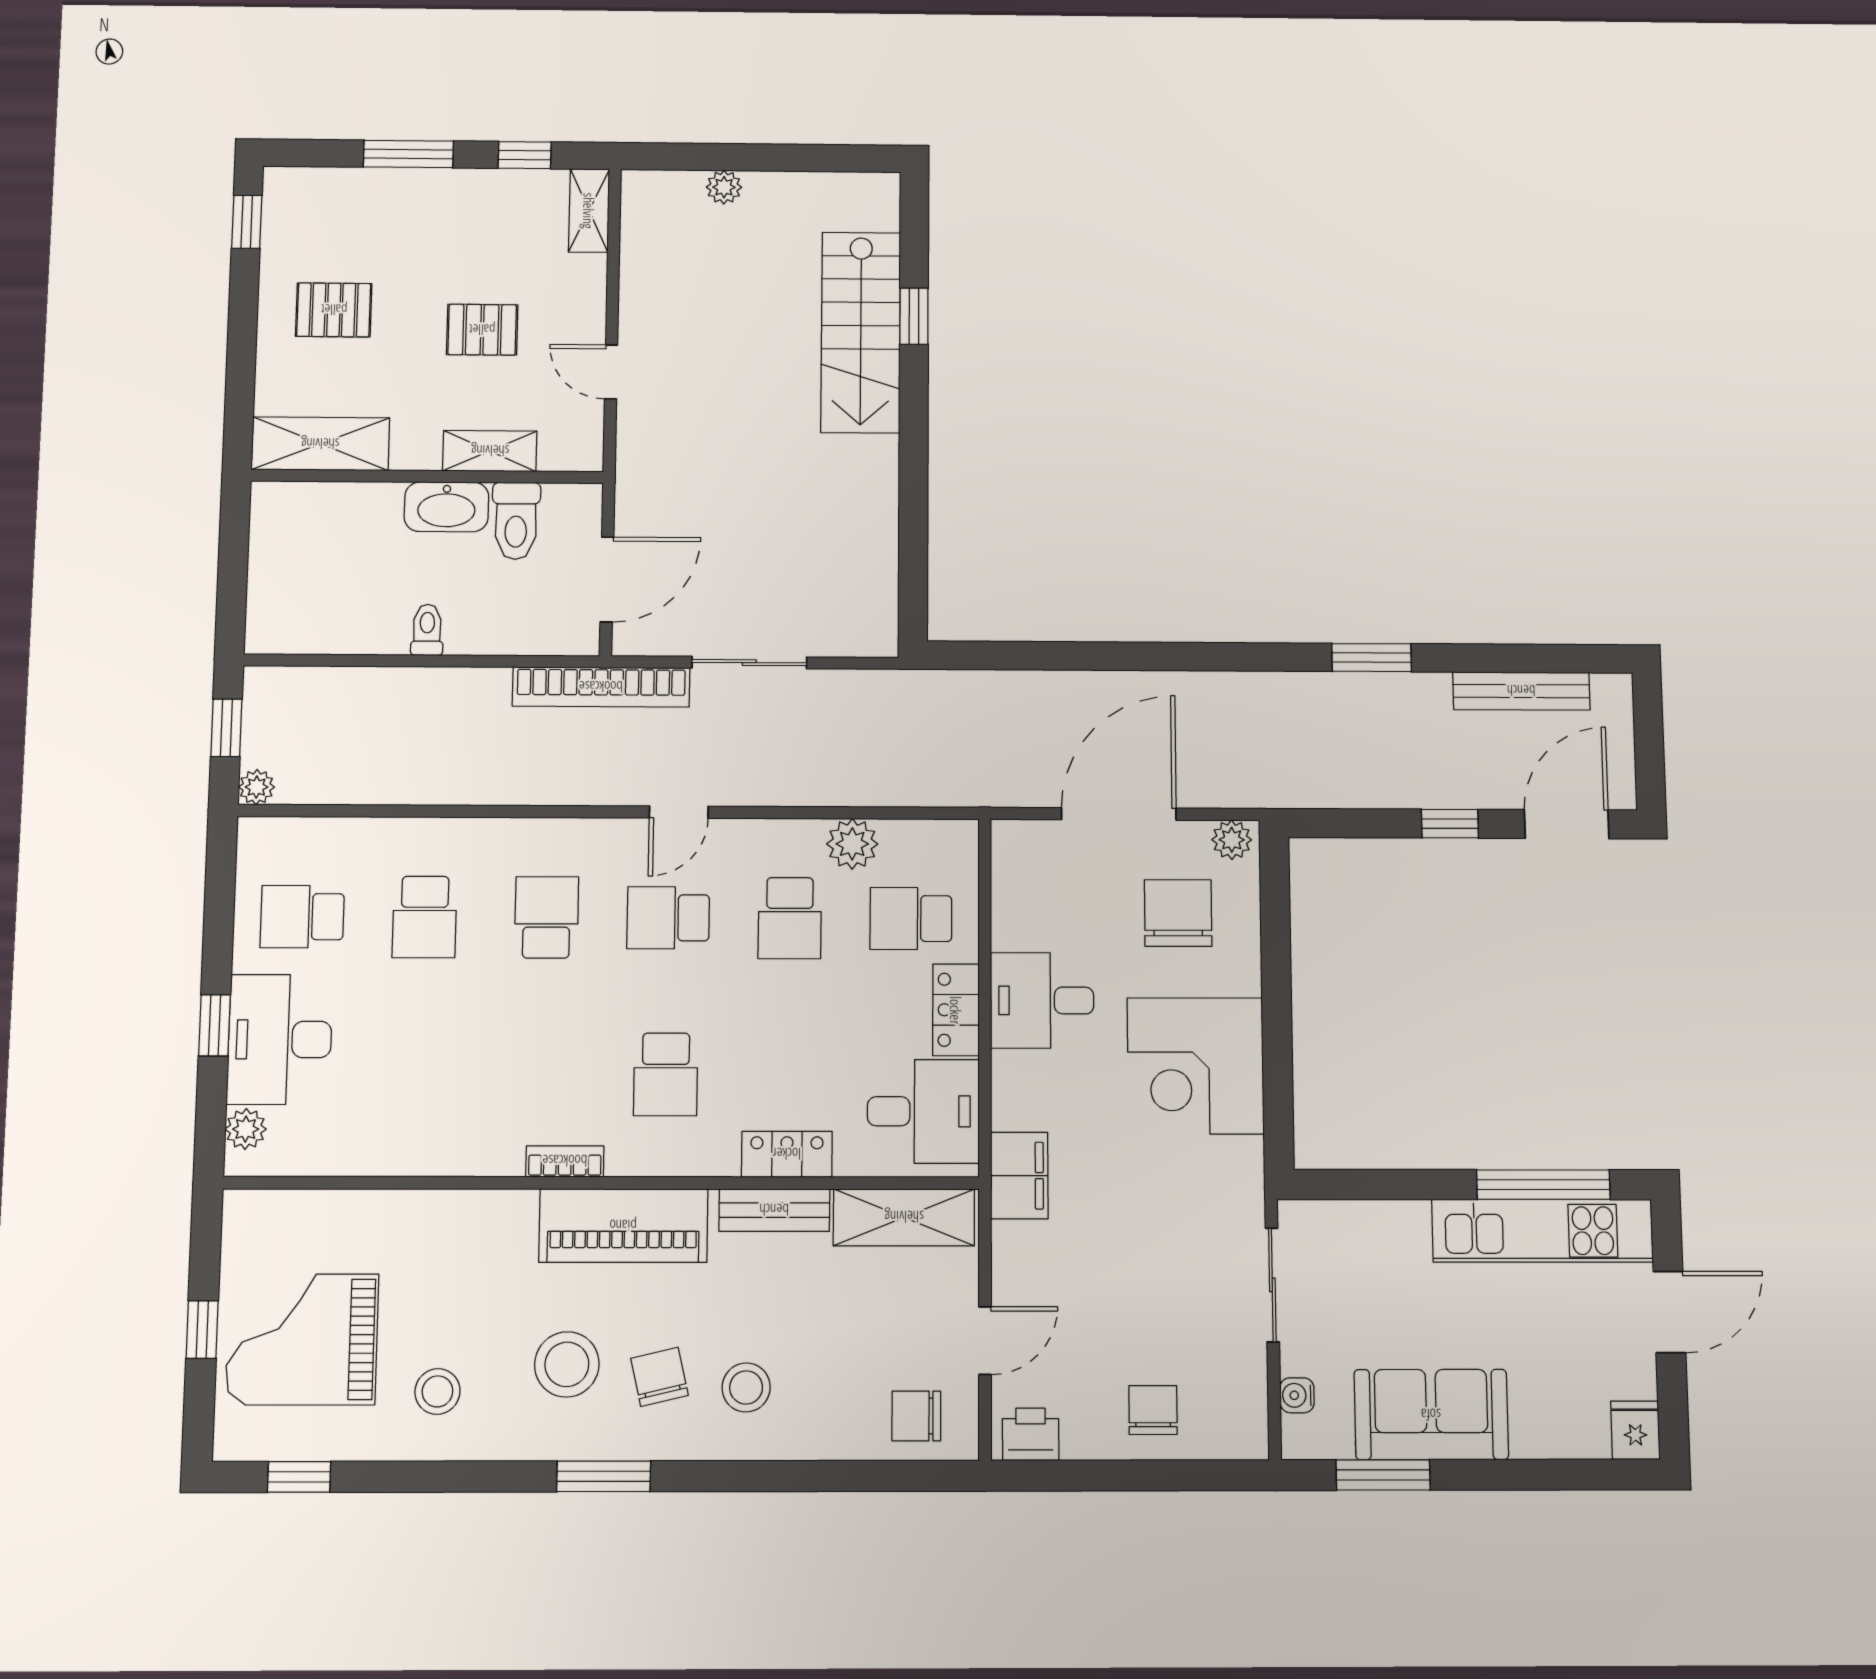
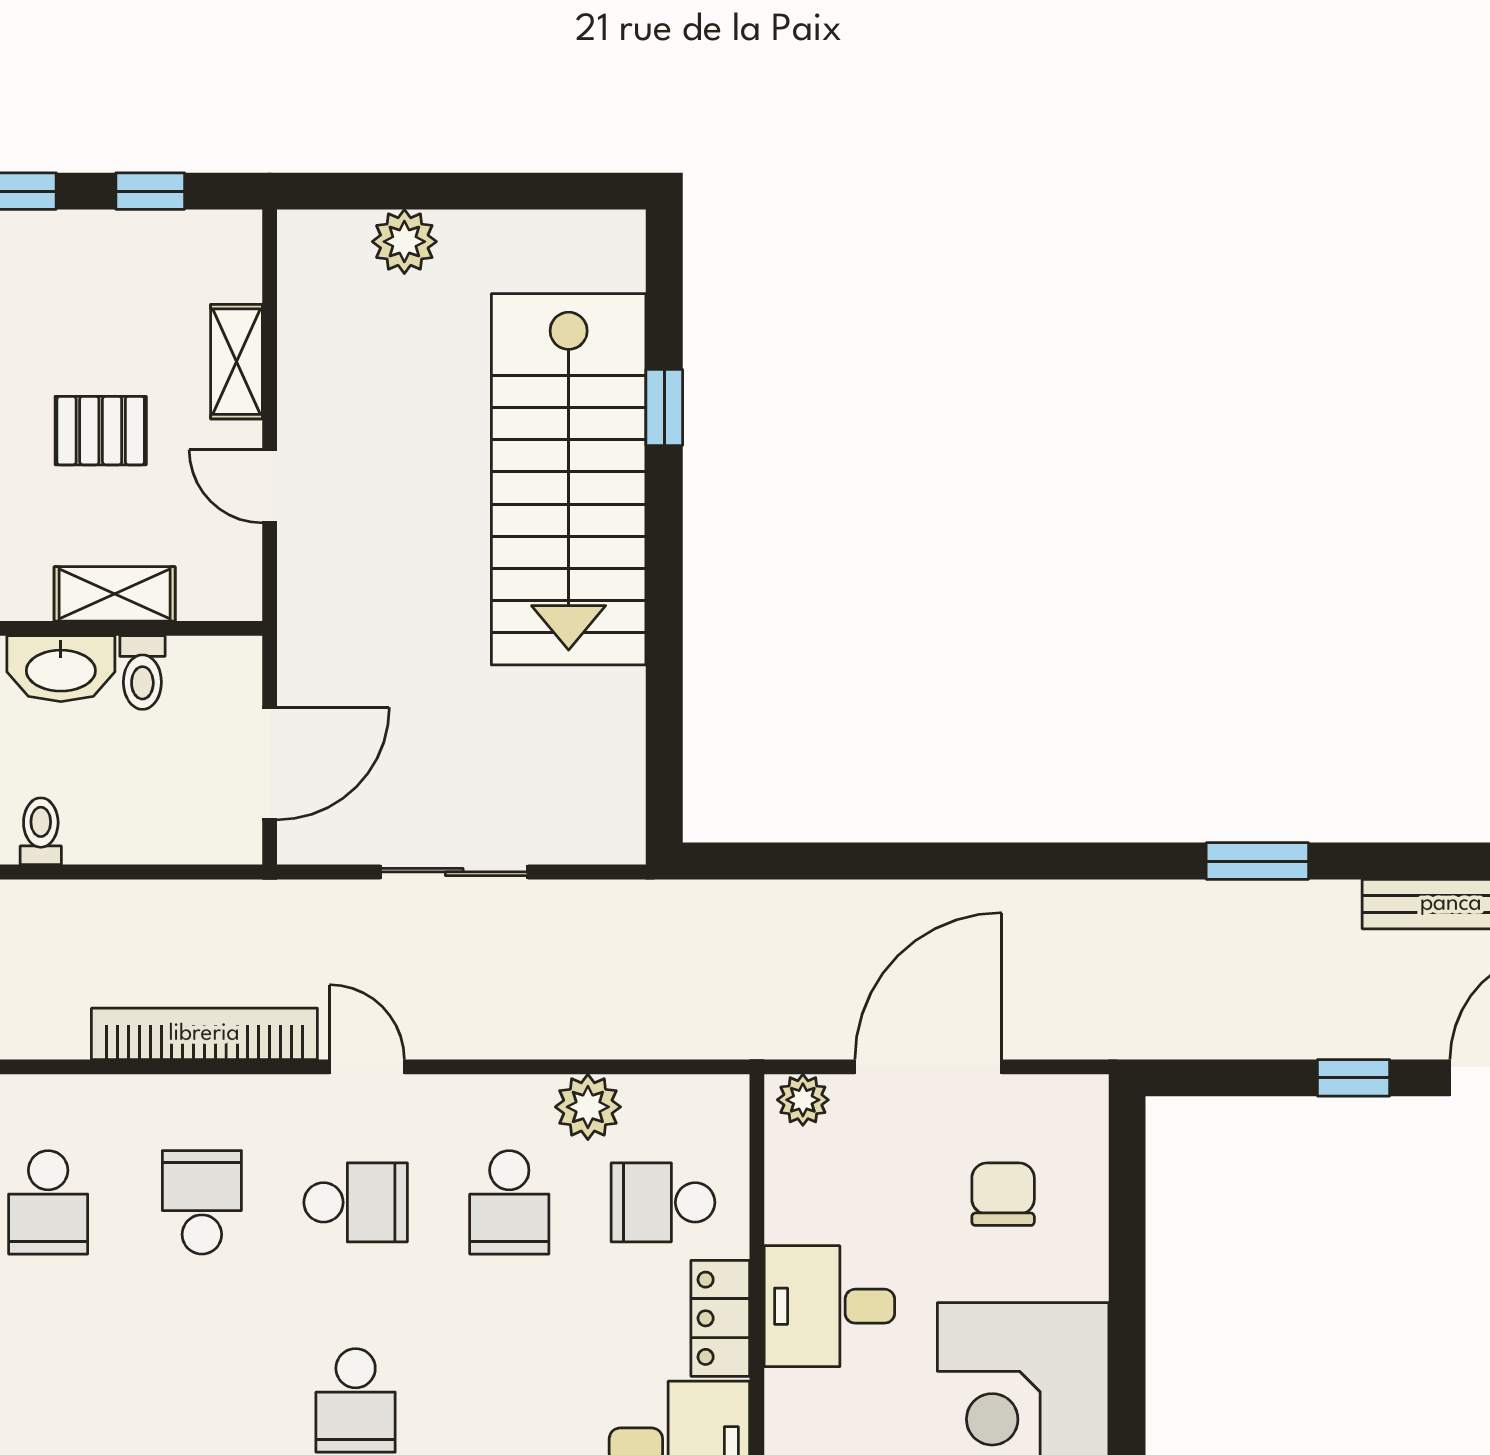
plant: (724, 187) -> (404, 242), width x1.38, depth x1.38
shelving: (589, 211) -> (236, 362), moved
stairs: (861, 332) -> (569, 479), width x1.36, depth x1.51
toilet: (516, 521) -> (142, 673), width x0.73, depth x0.72
bookcase: (601, 687) -> (204, 1034), moved, turned 180
door: (679, 812) -> (367, 1067), swing flipped
plant: (1232, 840) -> (803, 1100), moved
chair: (1178, 913) -> (1003, 1194), width x0.73, depth x0.73
school desk: (668, 918) -> (356, 1202), turned 180

